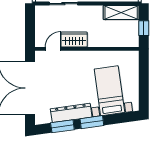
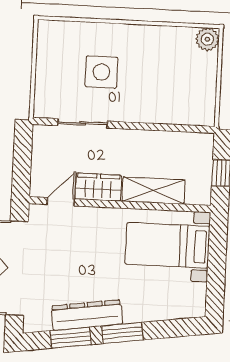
shelving: (121, 13) -> (154, 191), moved
bed with nightstands: (109, 91) -> (167, 245), moved, turned -82

